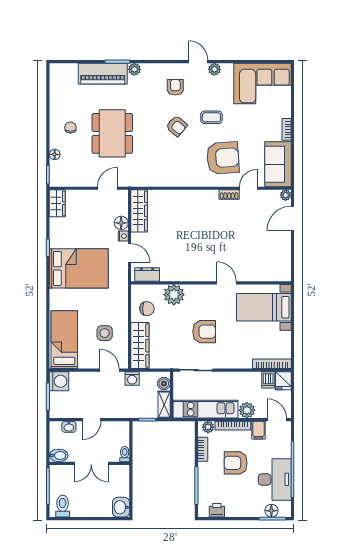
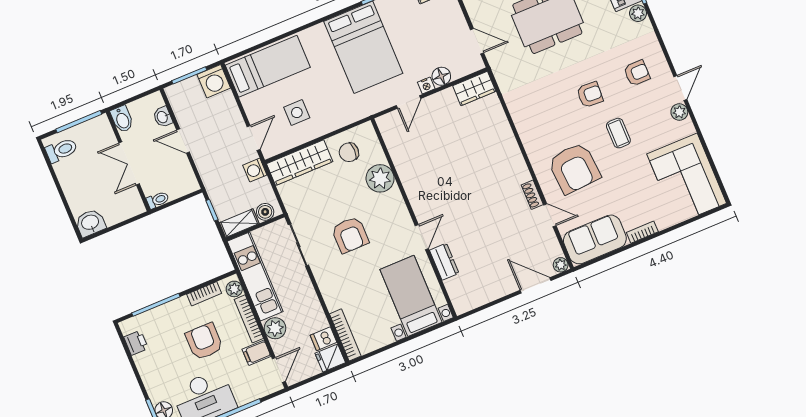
armchair: (177, 126) -> (590, 95), turned -127
wardrobe: (139, 211) -> (474, 89), width x0.67
dresser: (147, 274) -> (444, 262), moved
chair: (147, 309) -> (349, 152), turned 90

